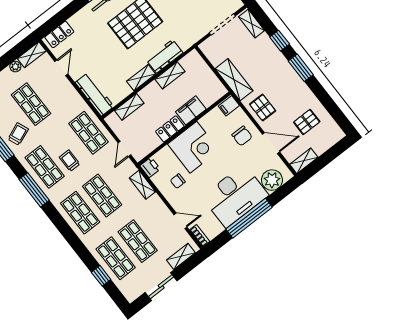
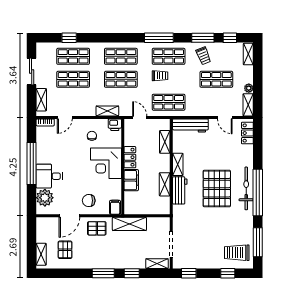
shelving: (304, 161) -> (41, 254), moved
desk: (235, 196) -> (49, 176), width x0.53, depth x0.77

